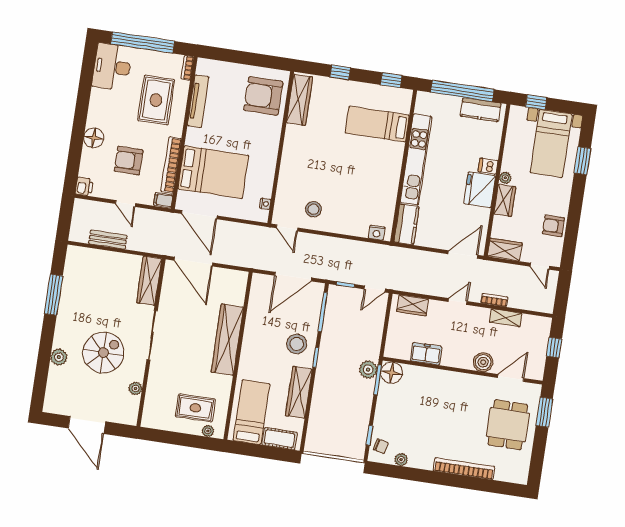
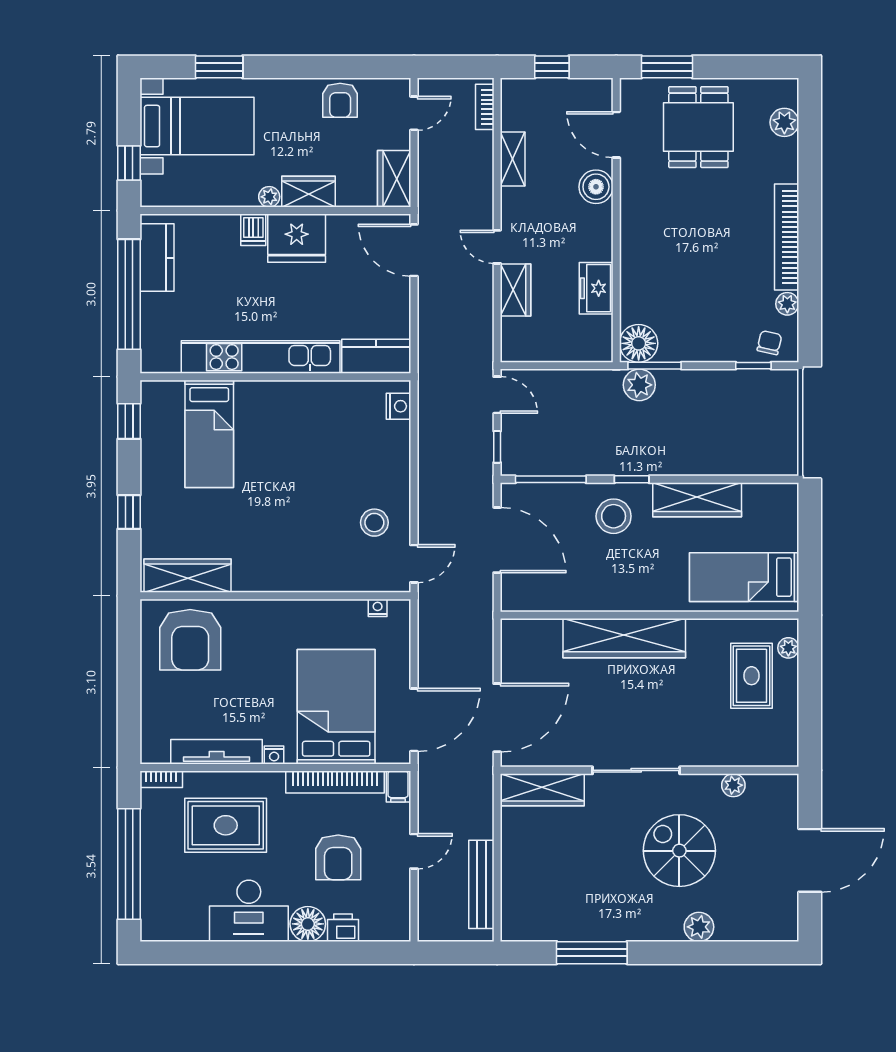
desk: (112, 67) -> (249, 911), moved
nightstand: (191, 133) -> (274, 755), added
printer: (84, 187) -> (343, 928), moved
bench: (108, 240) -> (481, 884), width x1.36
bookcase: (494, 300) -> (485, 107), moved
wardrobe: (413, 305) -> (516, 290), moved
dining table: (508, 425) -> (698, 127), turned 90
cot: (280, 439) -> (783, 521), removed
bookcase: (464, 469) -> (787, 237), moved
plant: (503, 473) -> (784, 122), added

